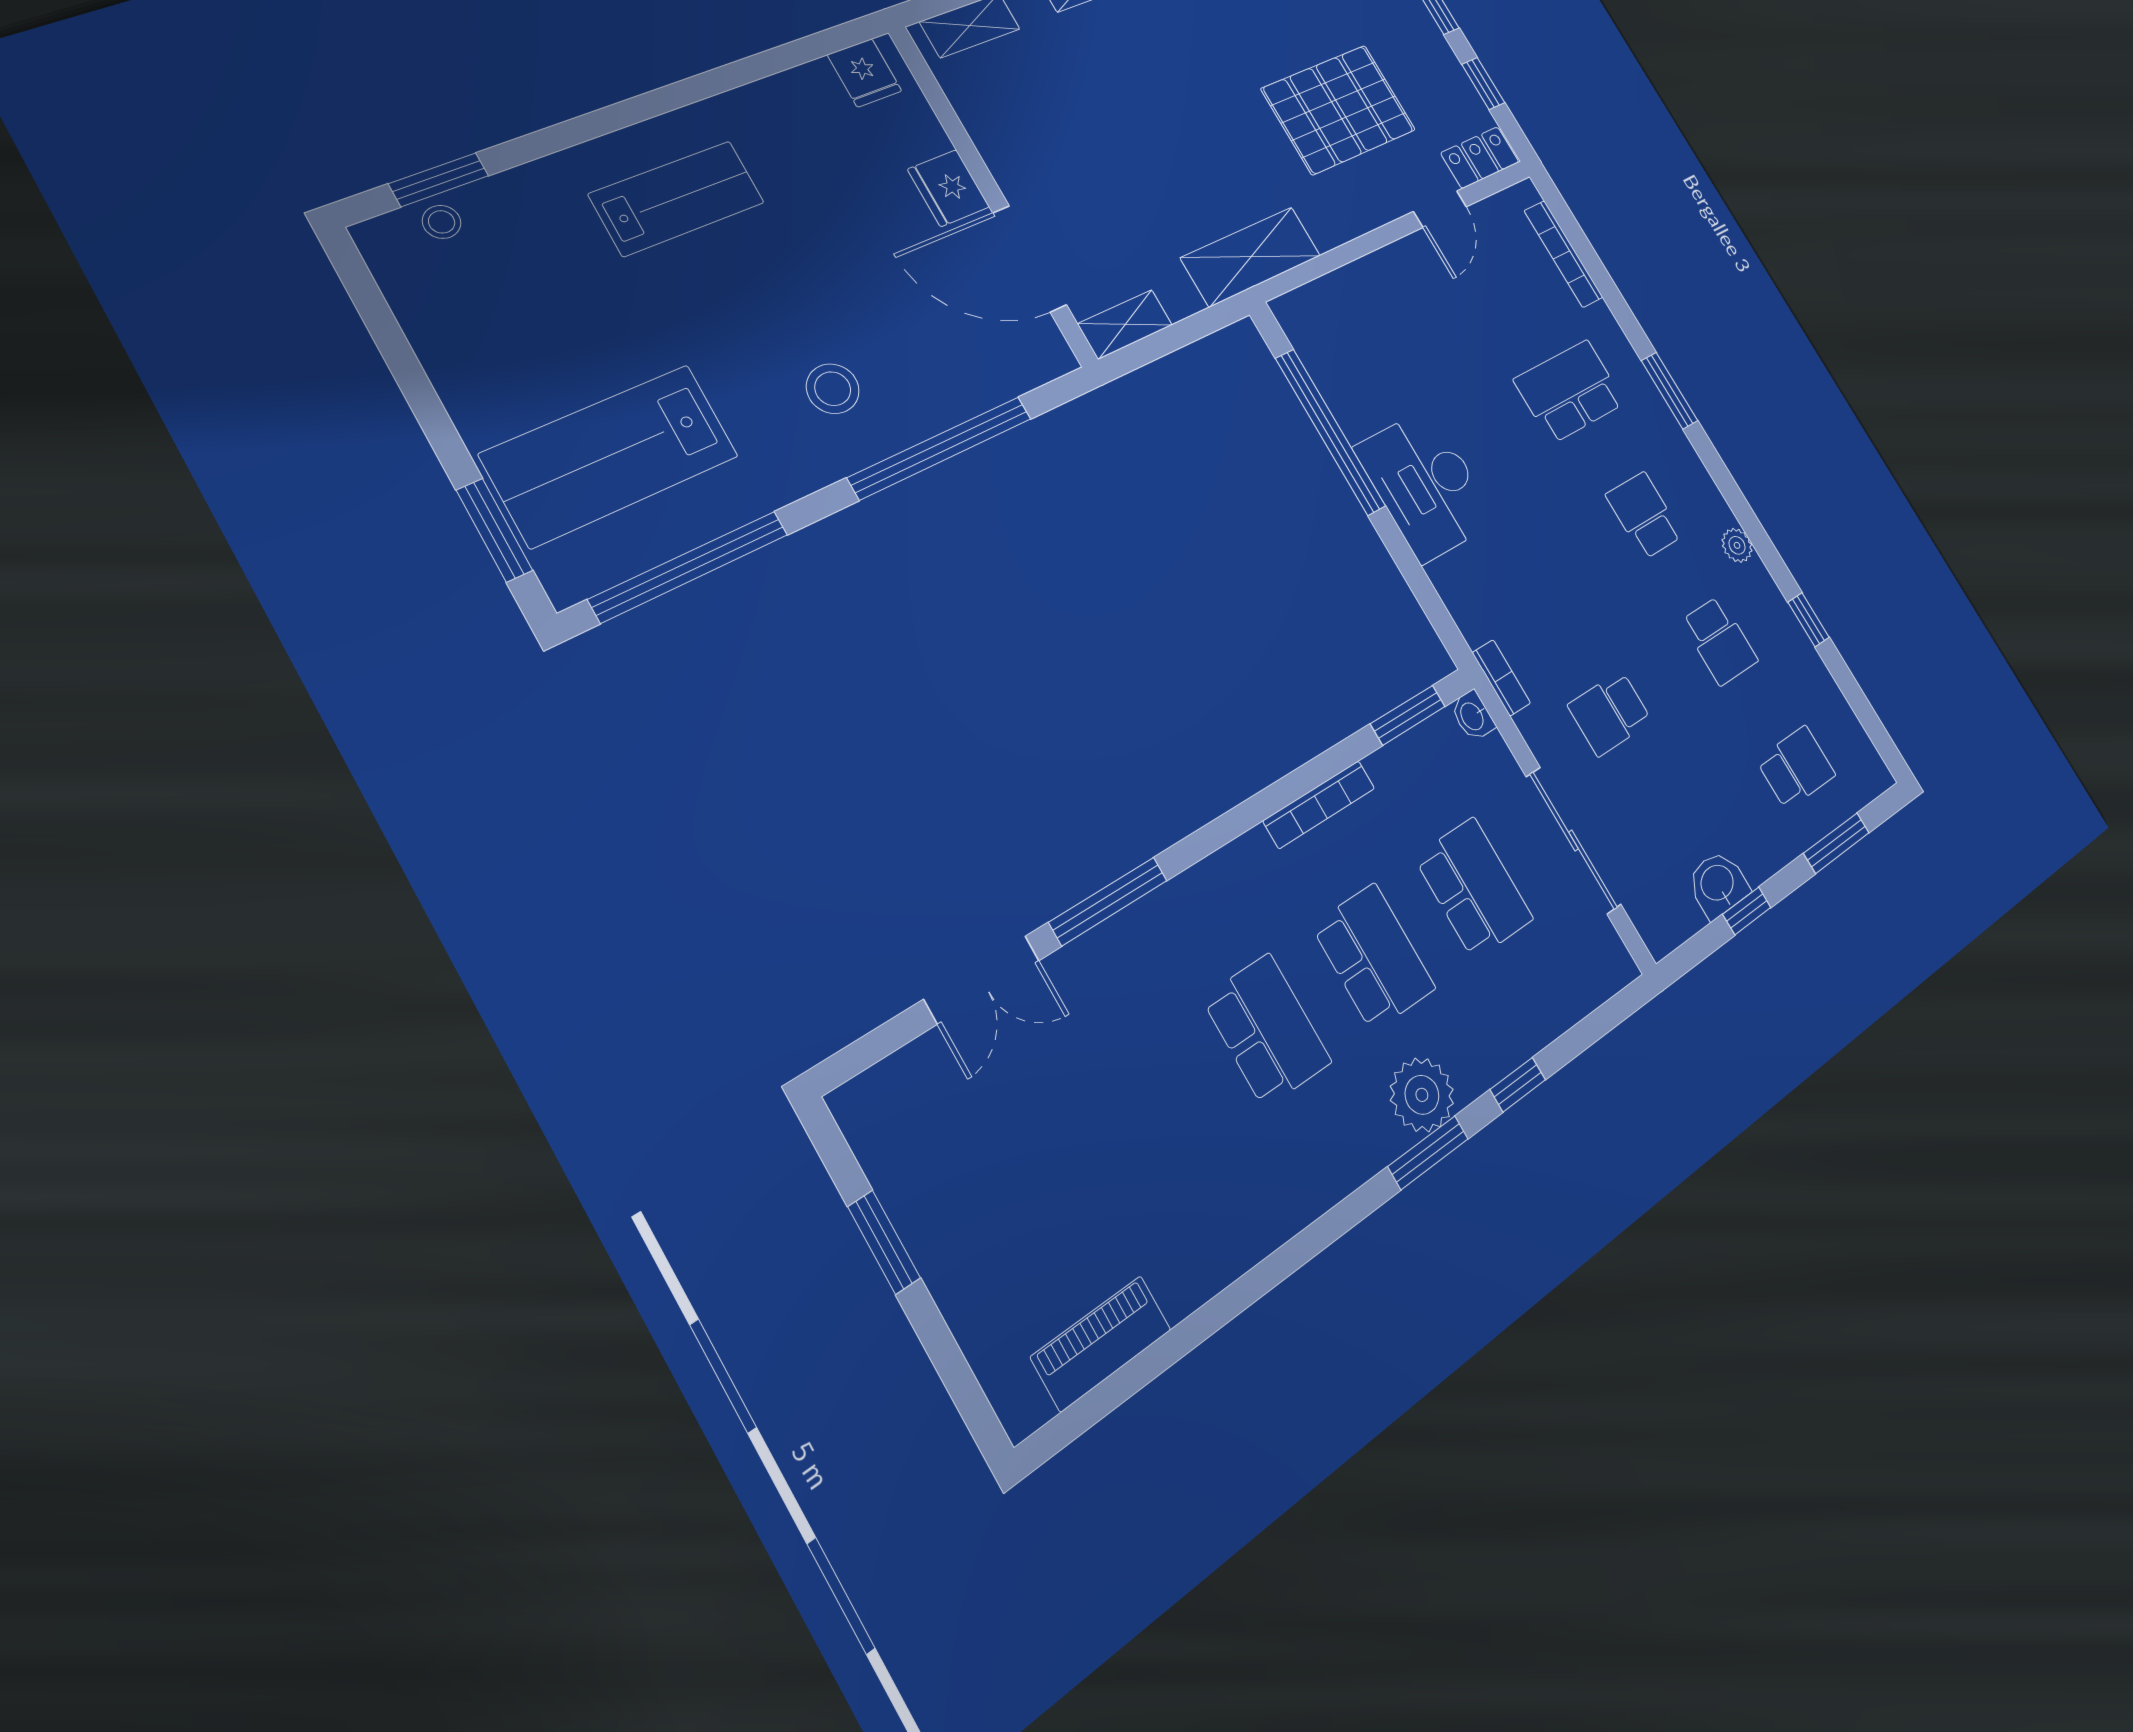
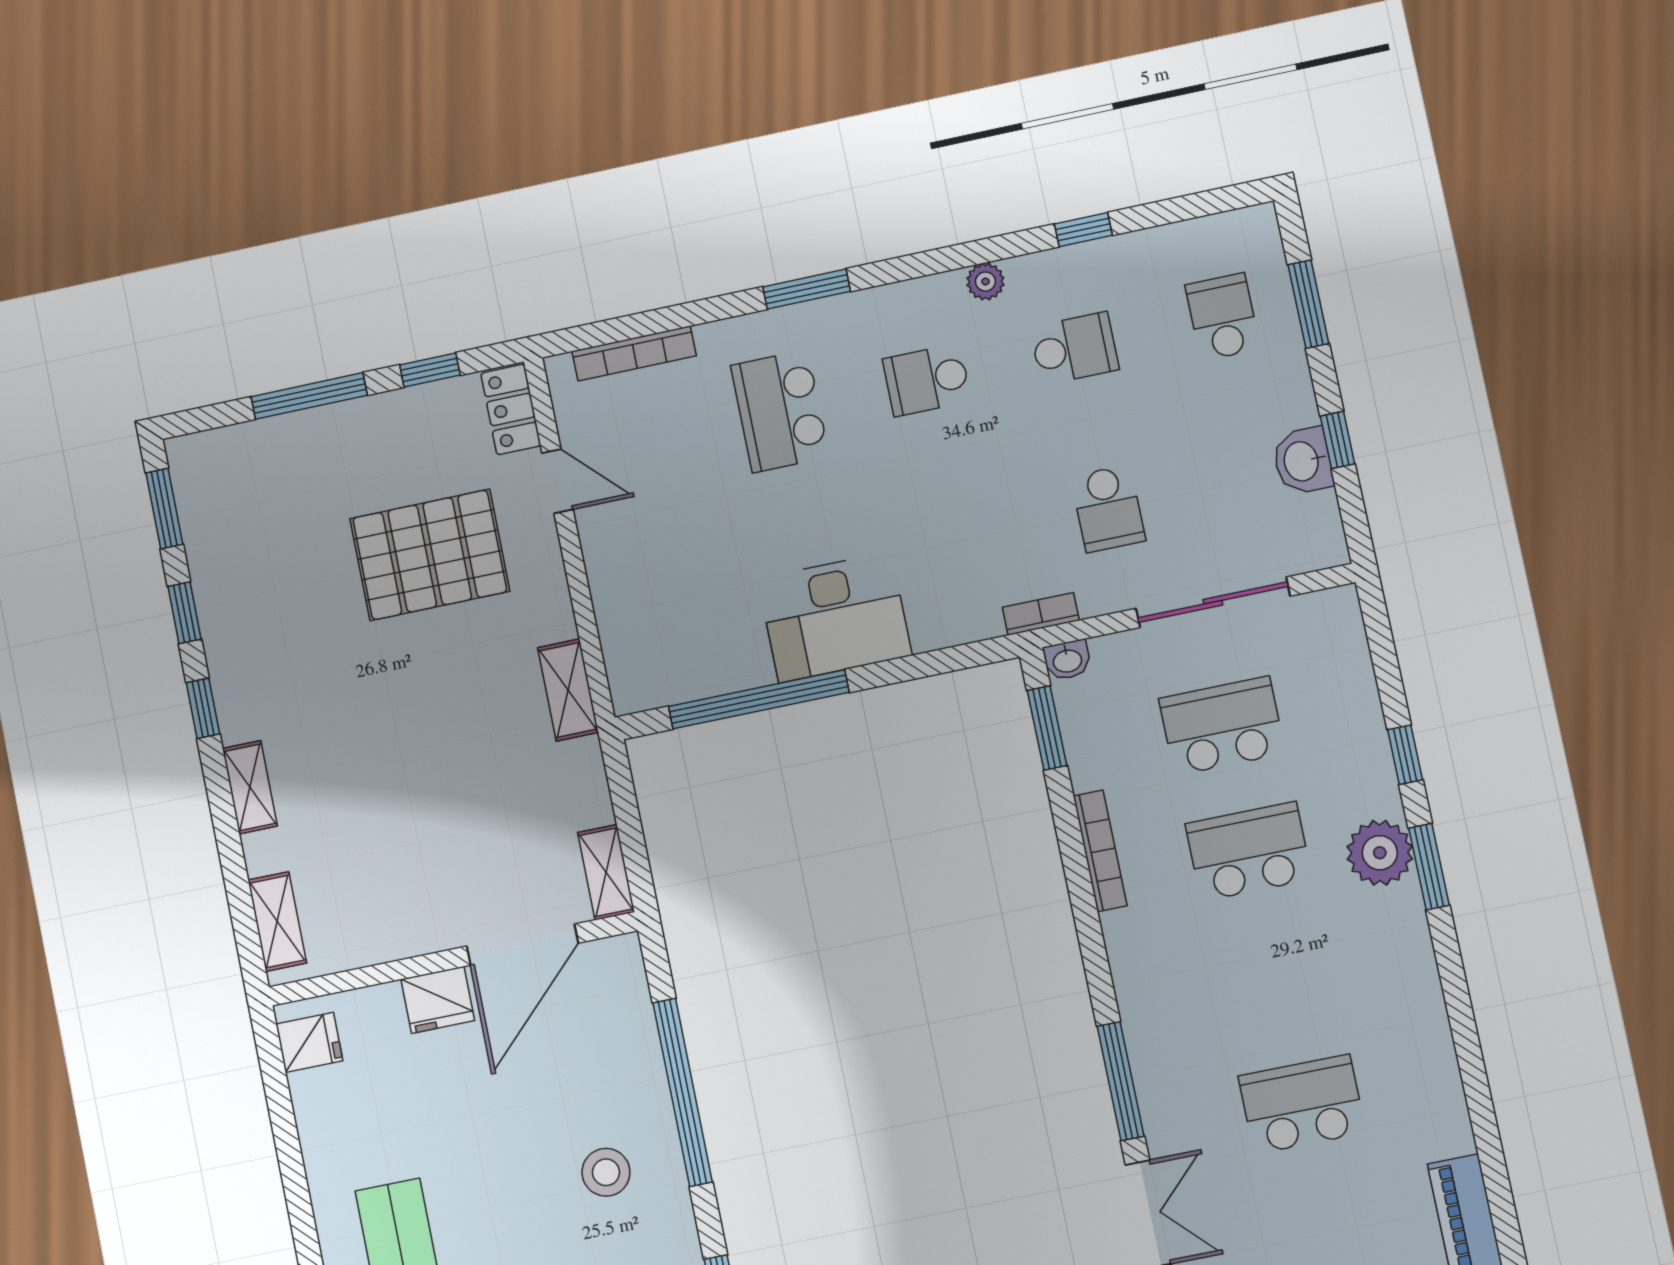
pallet: (1339, 109) -> (430, 555), turned 90
shelving: (1251, 257) -> (568, 690), width x0.67, depth x0.75
school desk: (1267, 1030) -> (1302, 1104), moved

